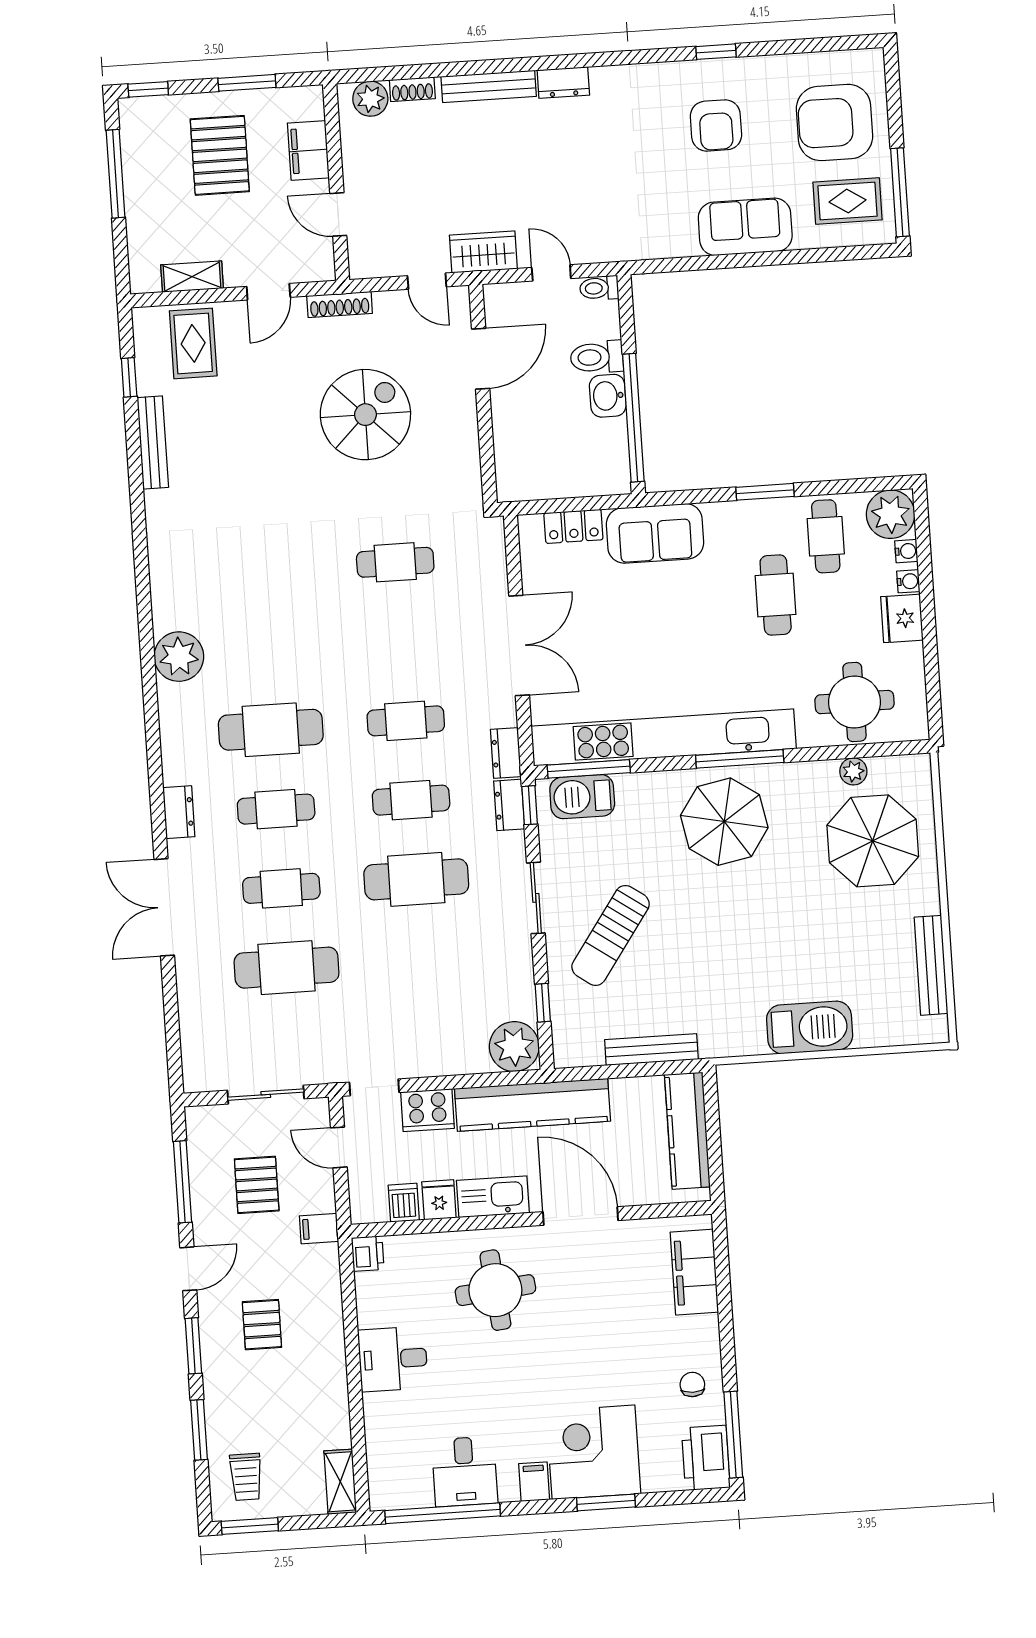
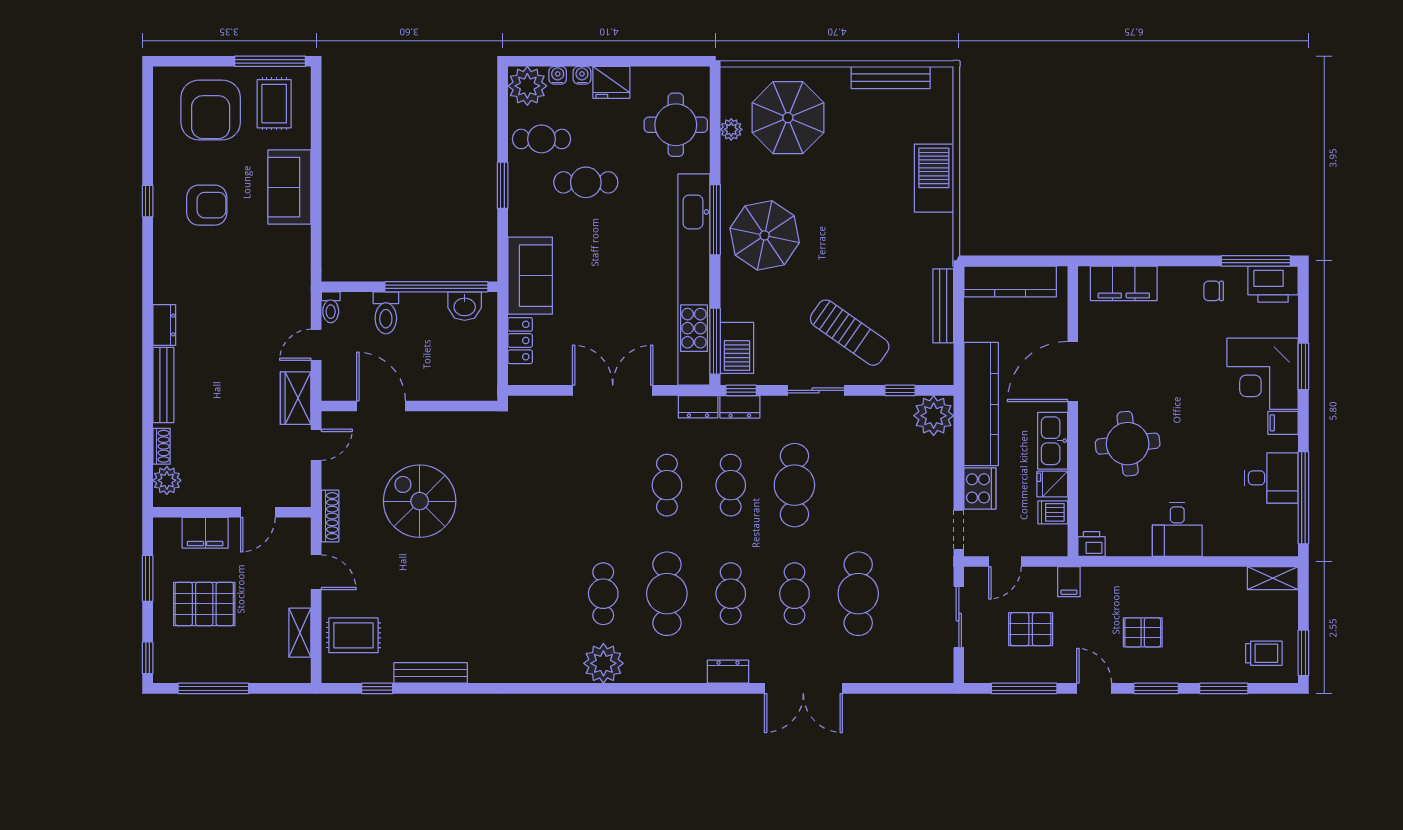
washbasin: (608, 396) -> (465, 306), moved
cafe table: (395, 562) -> (603, 594), moved

